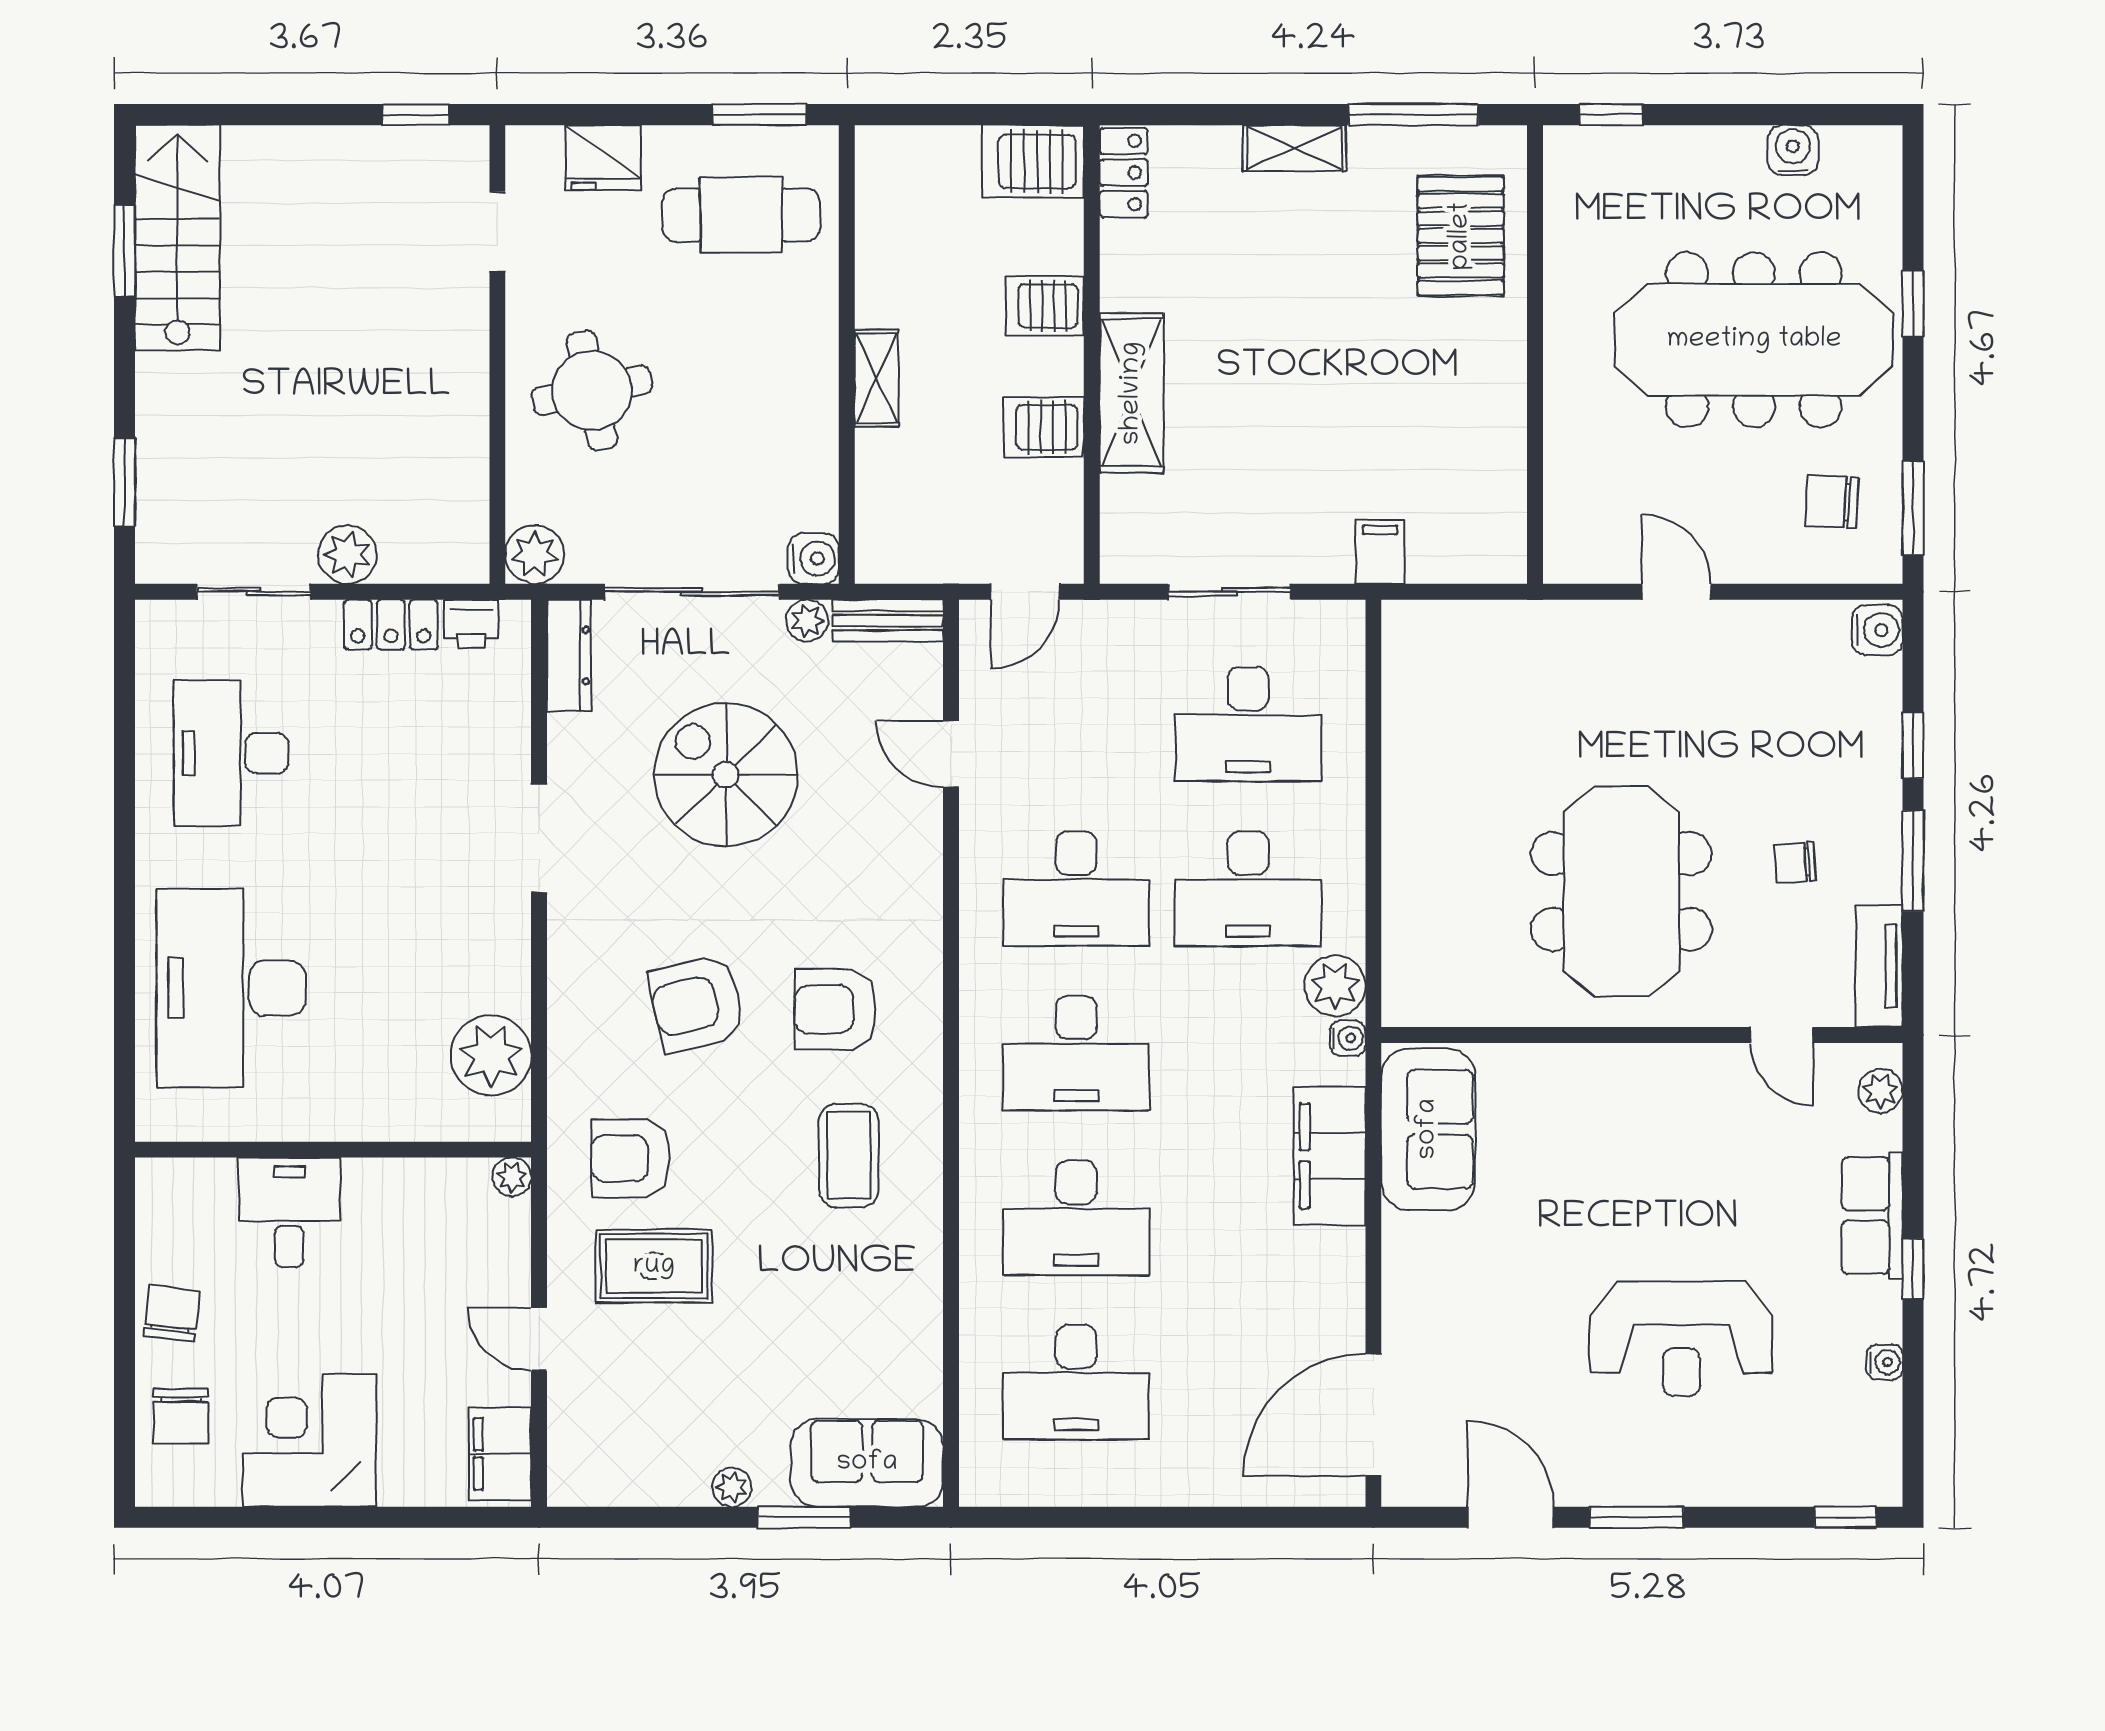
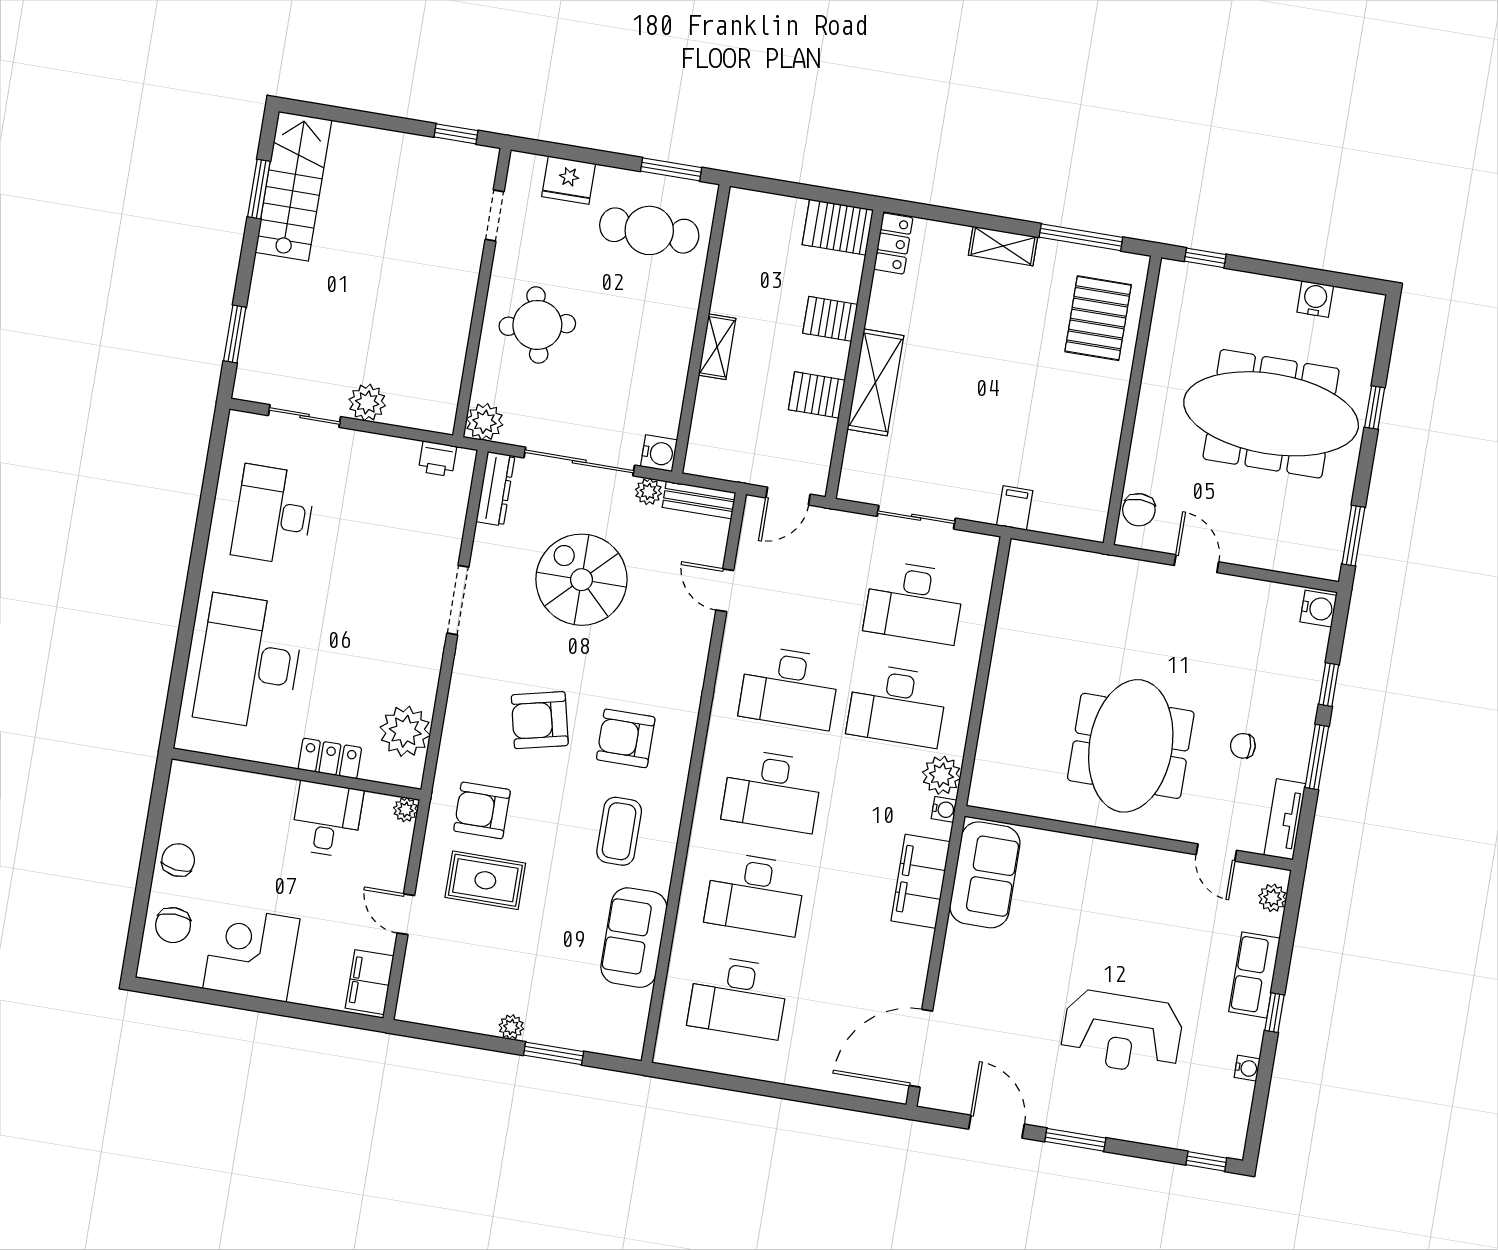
chair: (1832, 502) -> (1139, 510), moved, turned -93
locker: (391, 625) -> (330, 758), moved, turned 180
desk: (289, 1212) -> (327, 819), moved
sofa: (867, 1463) -> (634, 938), moved, turned -90

